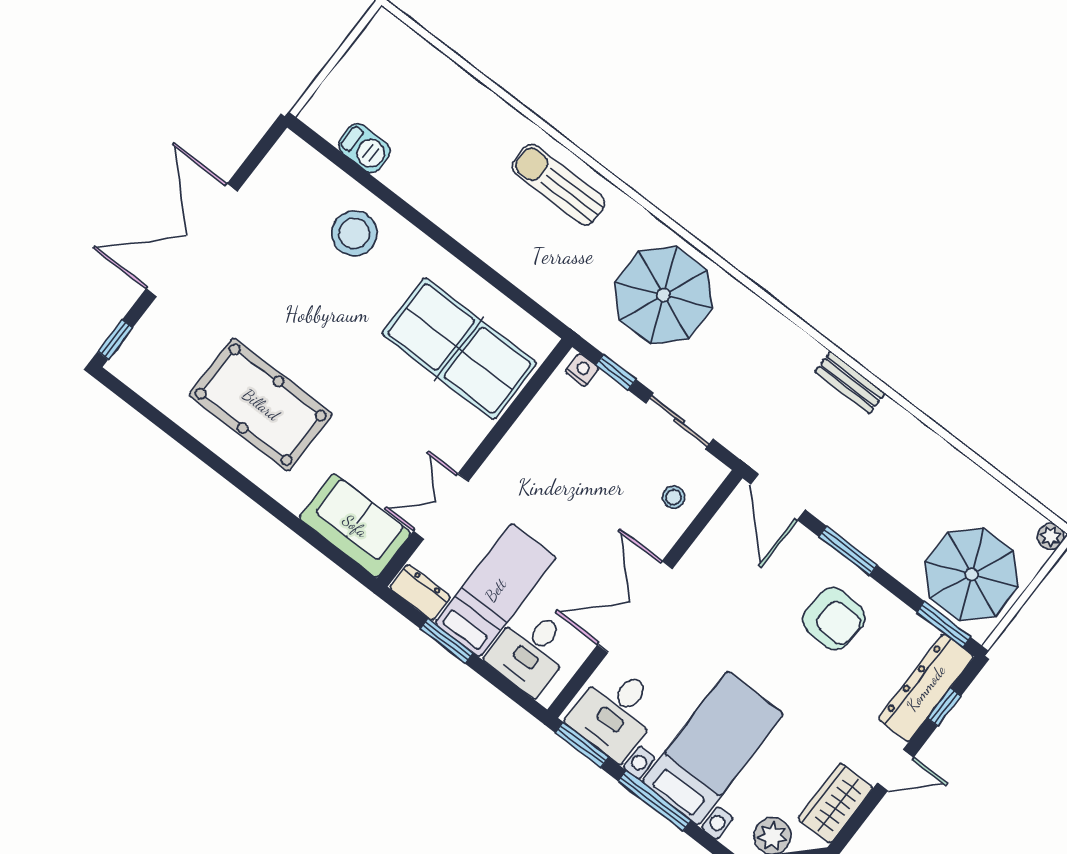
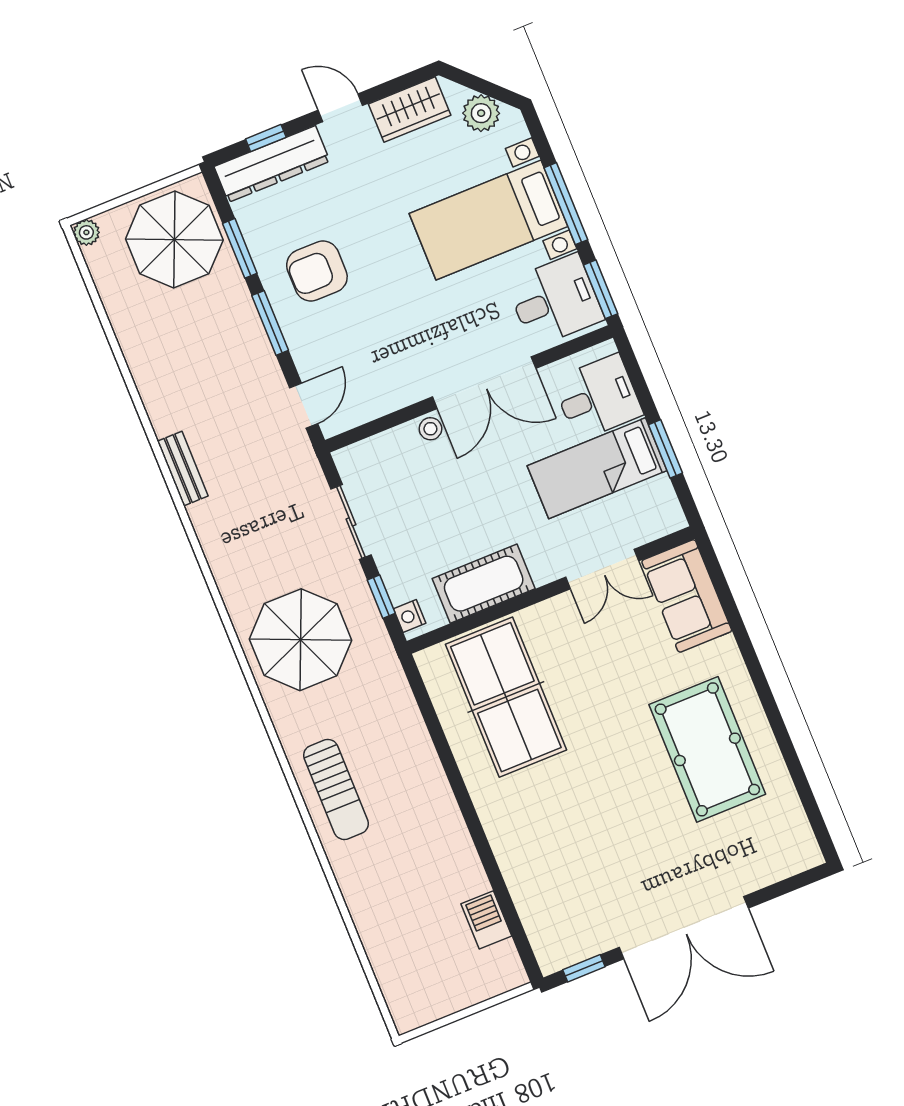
stool: (354, 233) -> (539, 851), removed
window: (115, 340) -> (584, 968), moved
cot: (535, 435) -> (484, 584), added
stool: (674, 497) -> (430, 429), moved
door: (778, 497) -> (304, 406), width x0.73
dresser: (420, 592) -> (664, 505), removed
armchair: (834, 619) -> (317, 271), turned -93
window: (944, 625) -> (240, 248), moved

